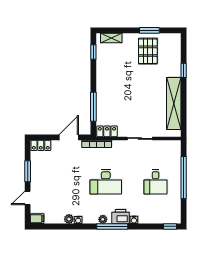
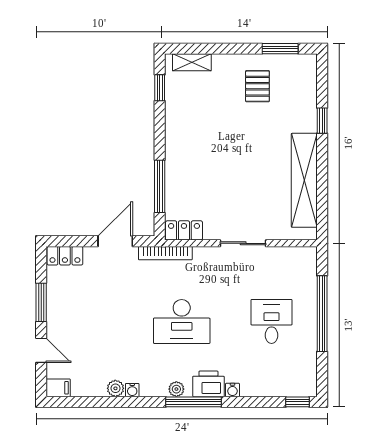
window: (149, 30) -> (280, 49), moved
pallet: (148, 51) -> (257, 86), width x0.67, depth x0.71
desk: (156, 182) -> (272, 322), turned 180
door: (28, 198) -> (41, 350), swing flipped

